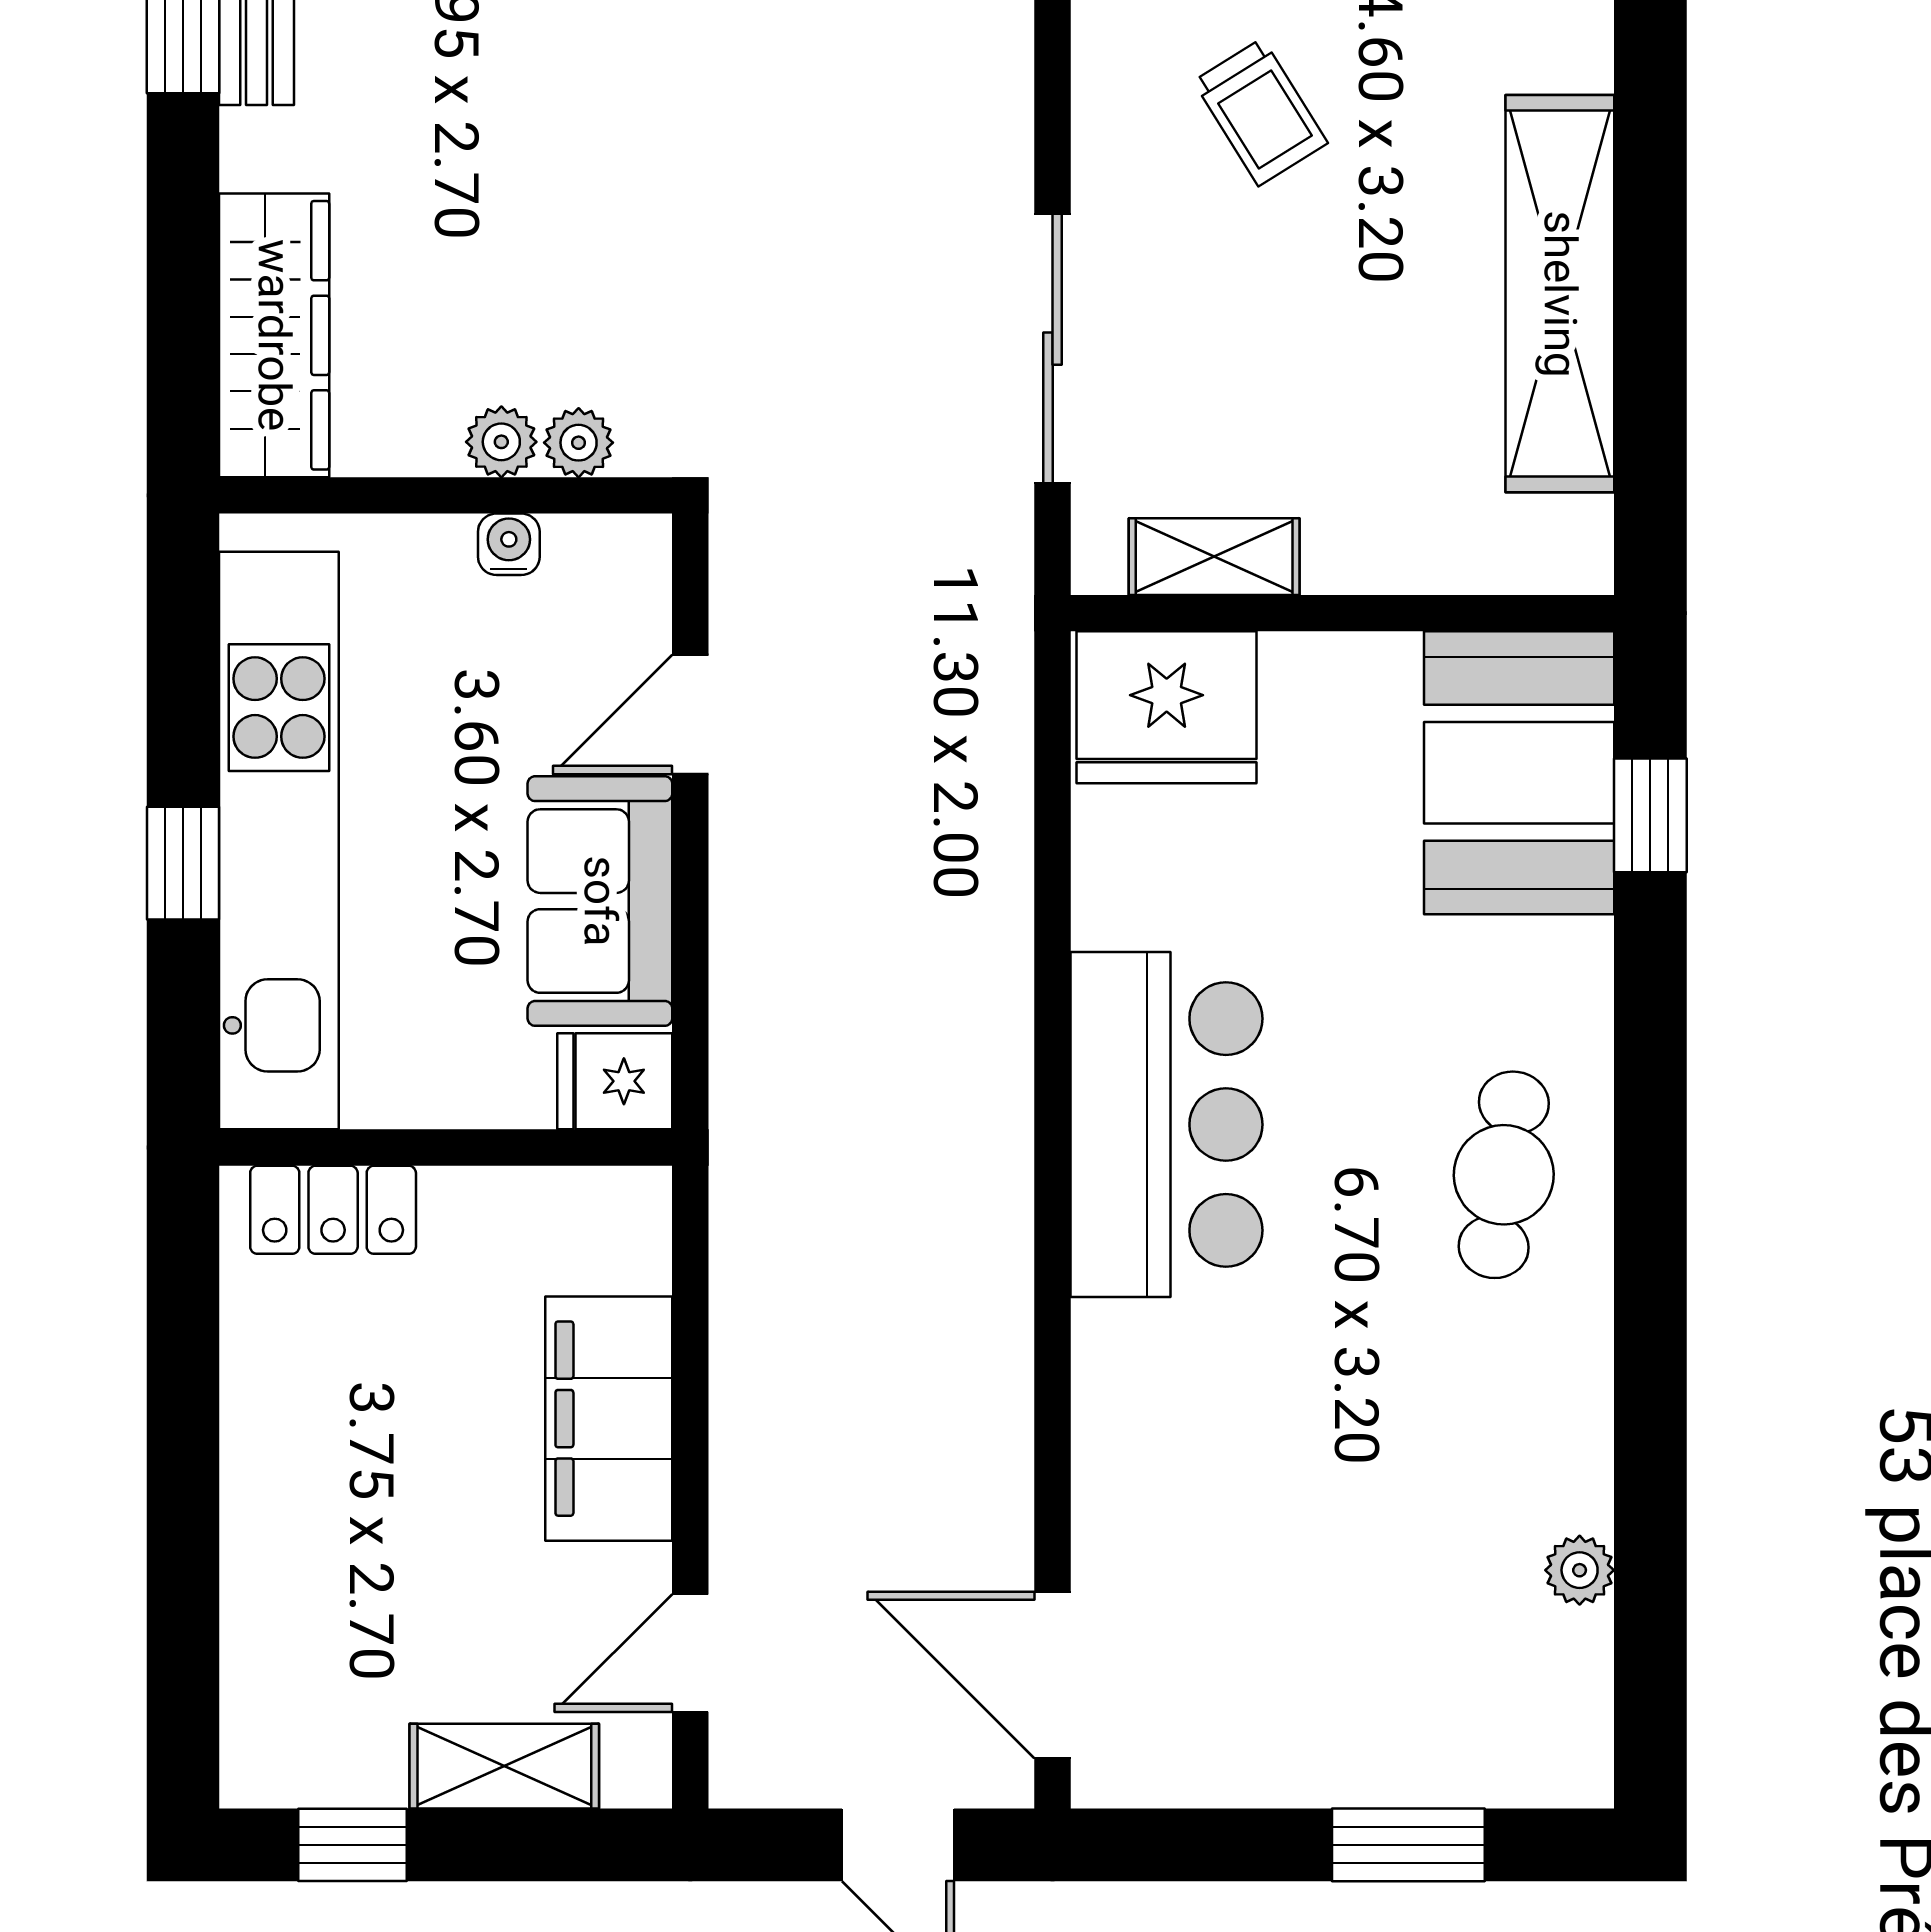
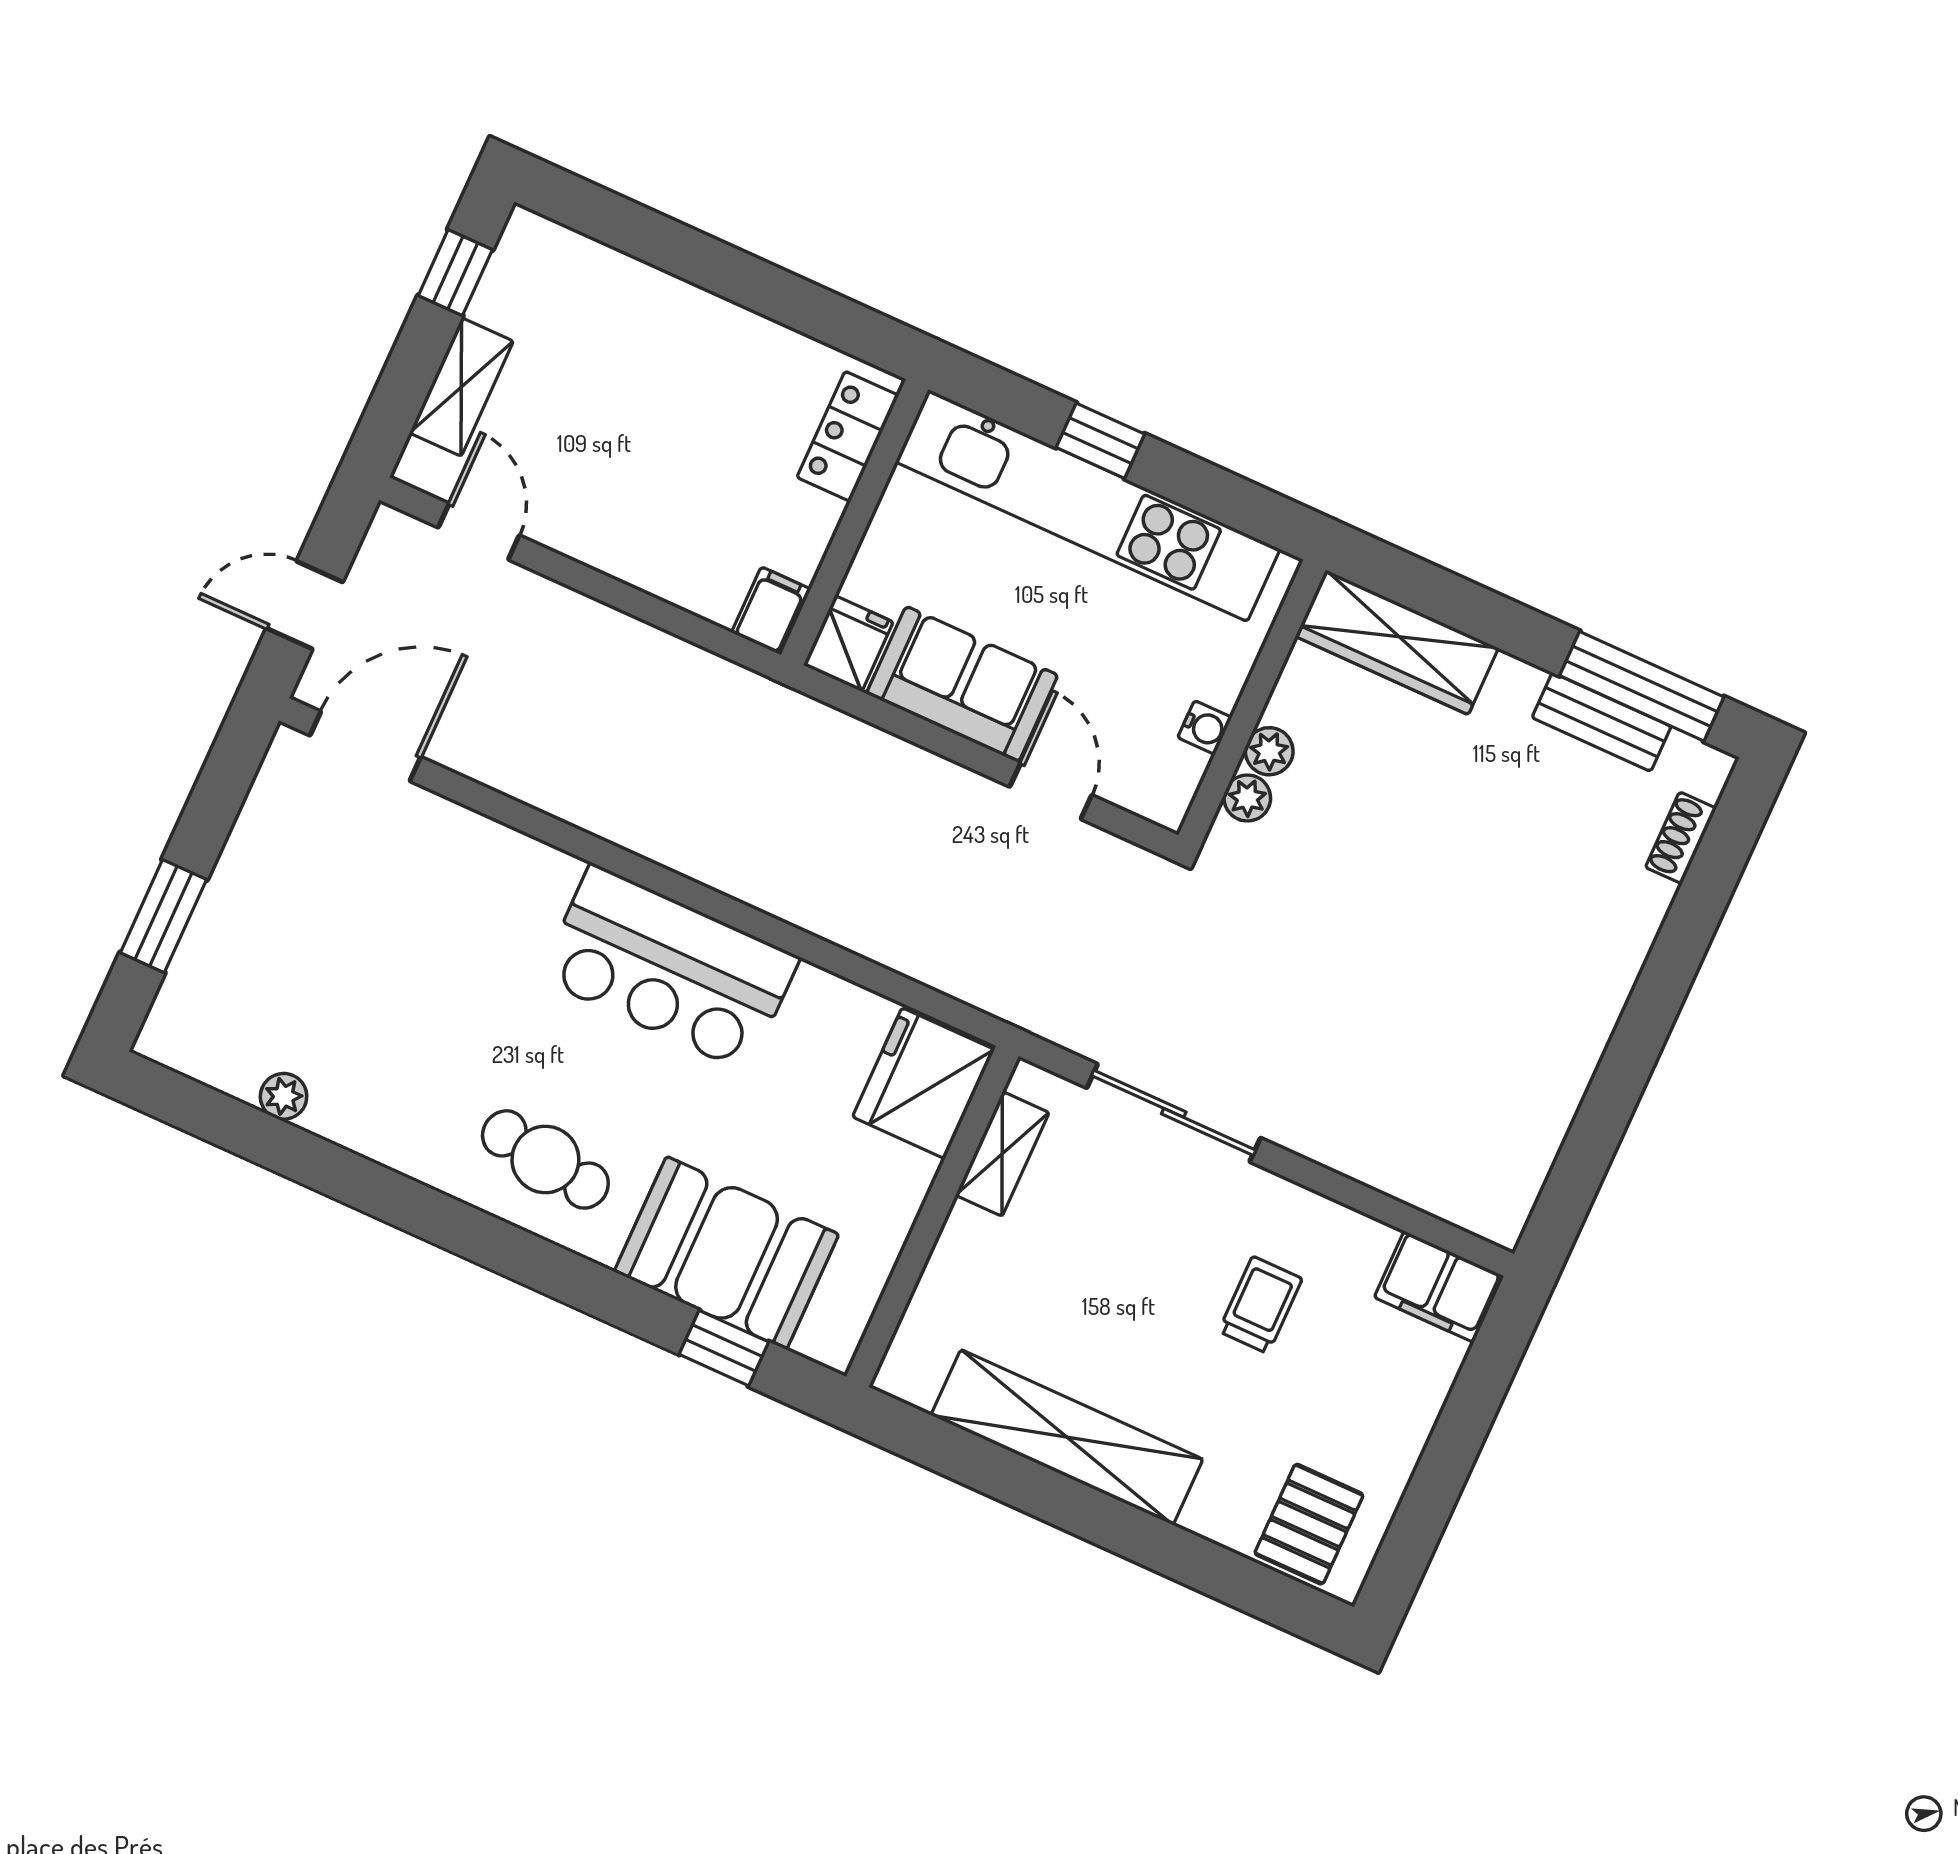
trolley: (1260, 112) -> (1260, 1305), turned 122
booth: (1519, 773) -> (727, 1253), moved
filing cabinet: (609, 1419) -> (771, 611), moved, width x0.33, depth x0.86

